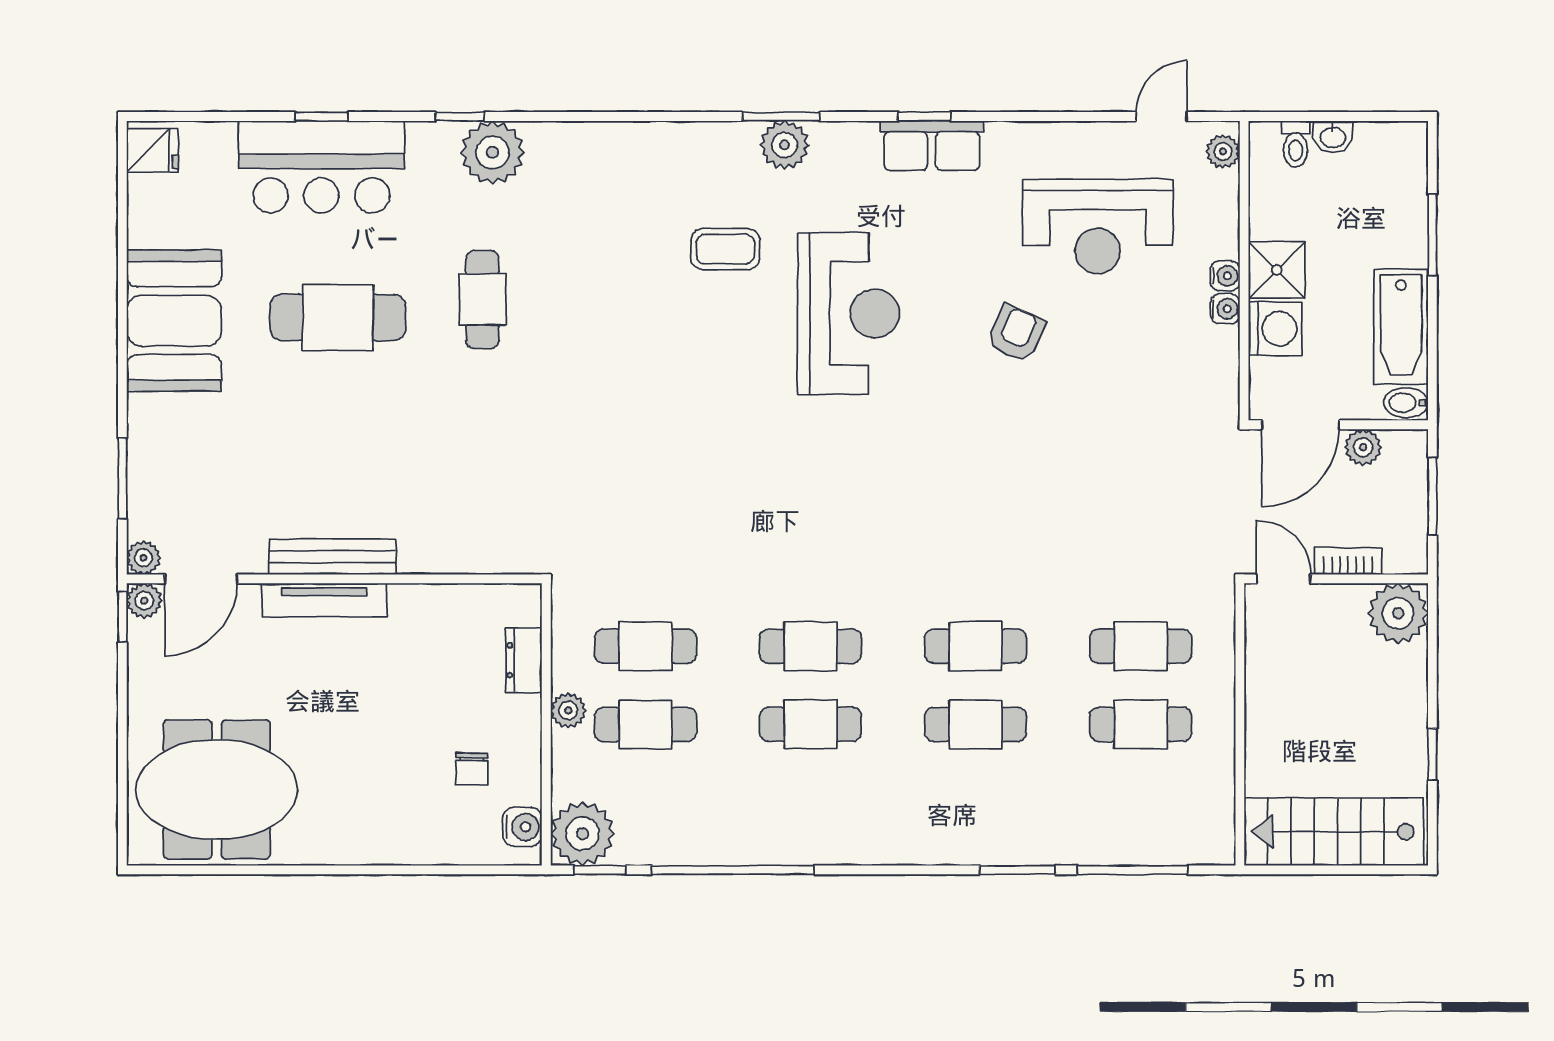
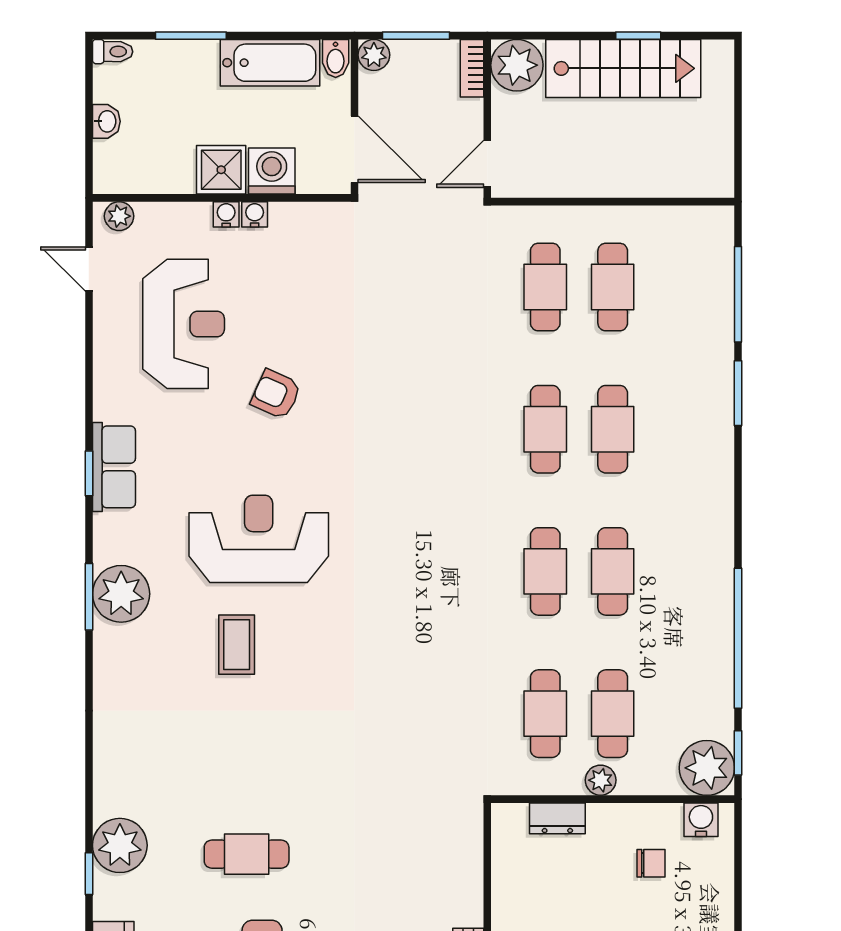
toilet: (1296, 144) -> (113, 52), moved
plant: (784, 145) -> (121, 594), width x1.36, depth x1.36
coffee table: (725, 249) -> (237, 645), moved
plant: (1363, 447) -> (374, 55), moved
bookcase: (1348, 561) -> (472, 68), moved
stairs: (1334, 832) -> (623, 68), moved, turned -90

